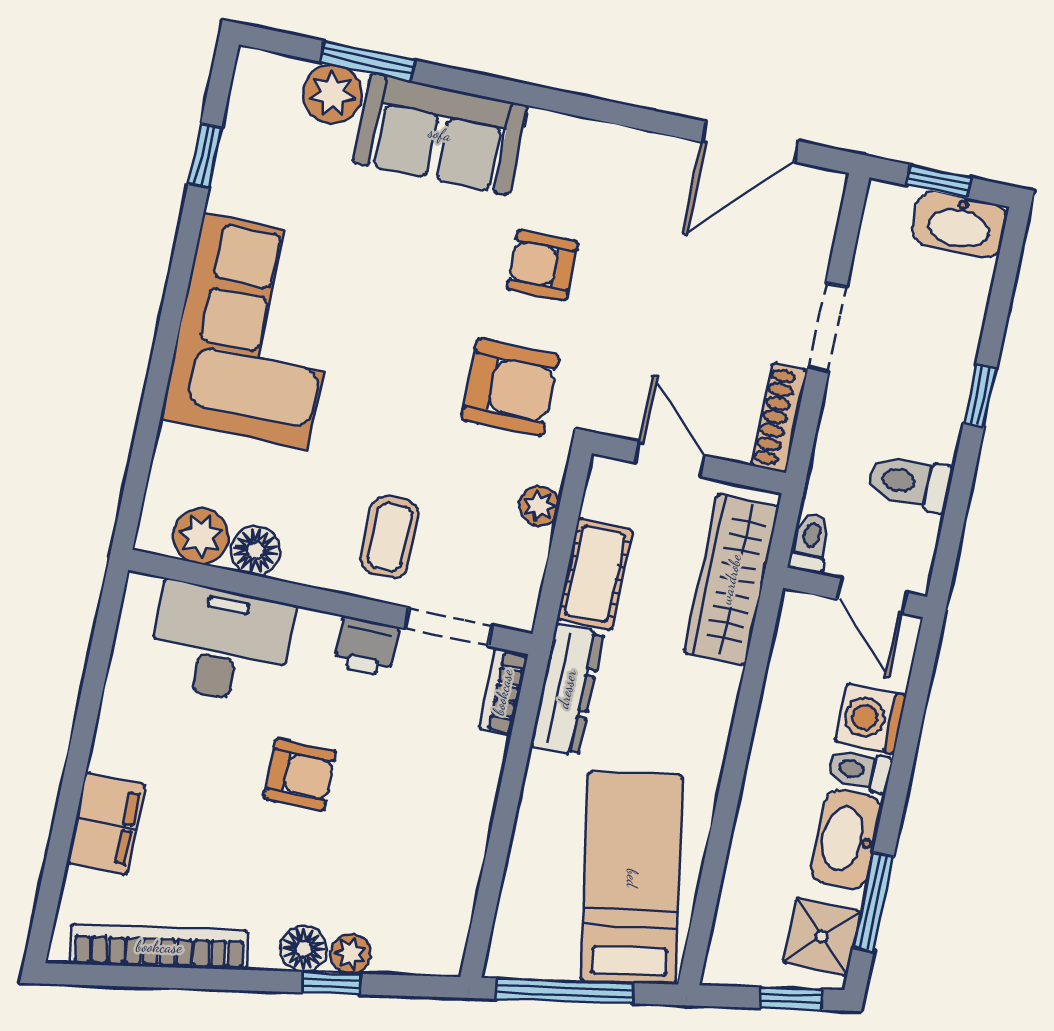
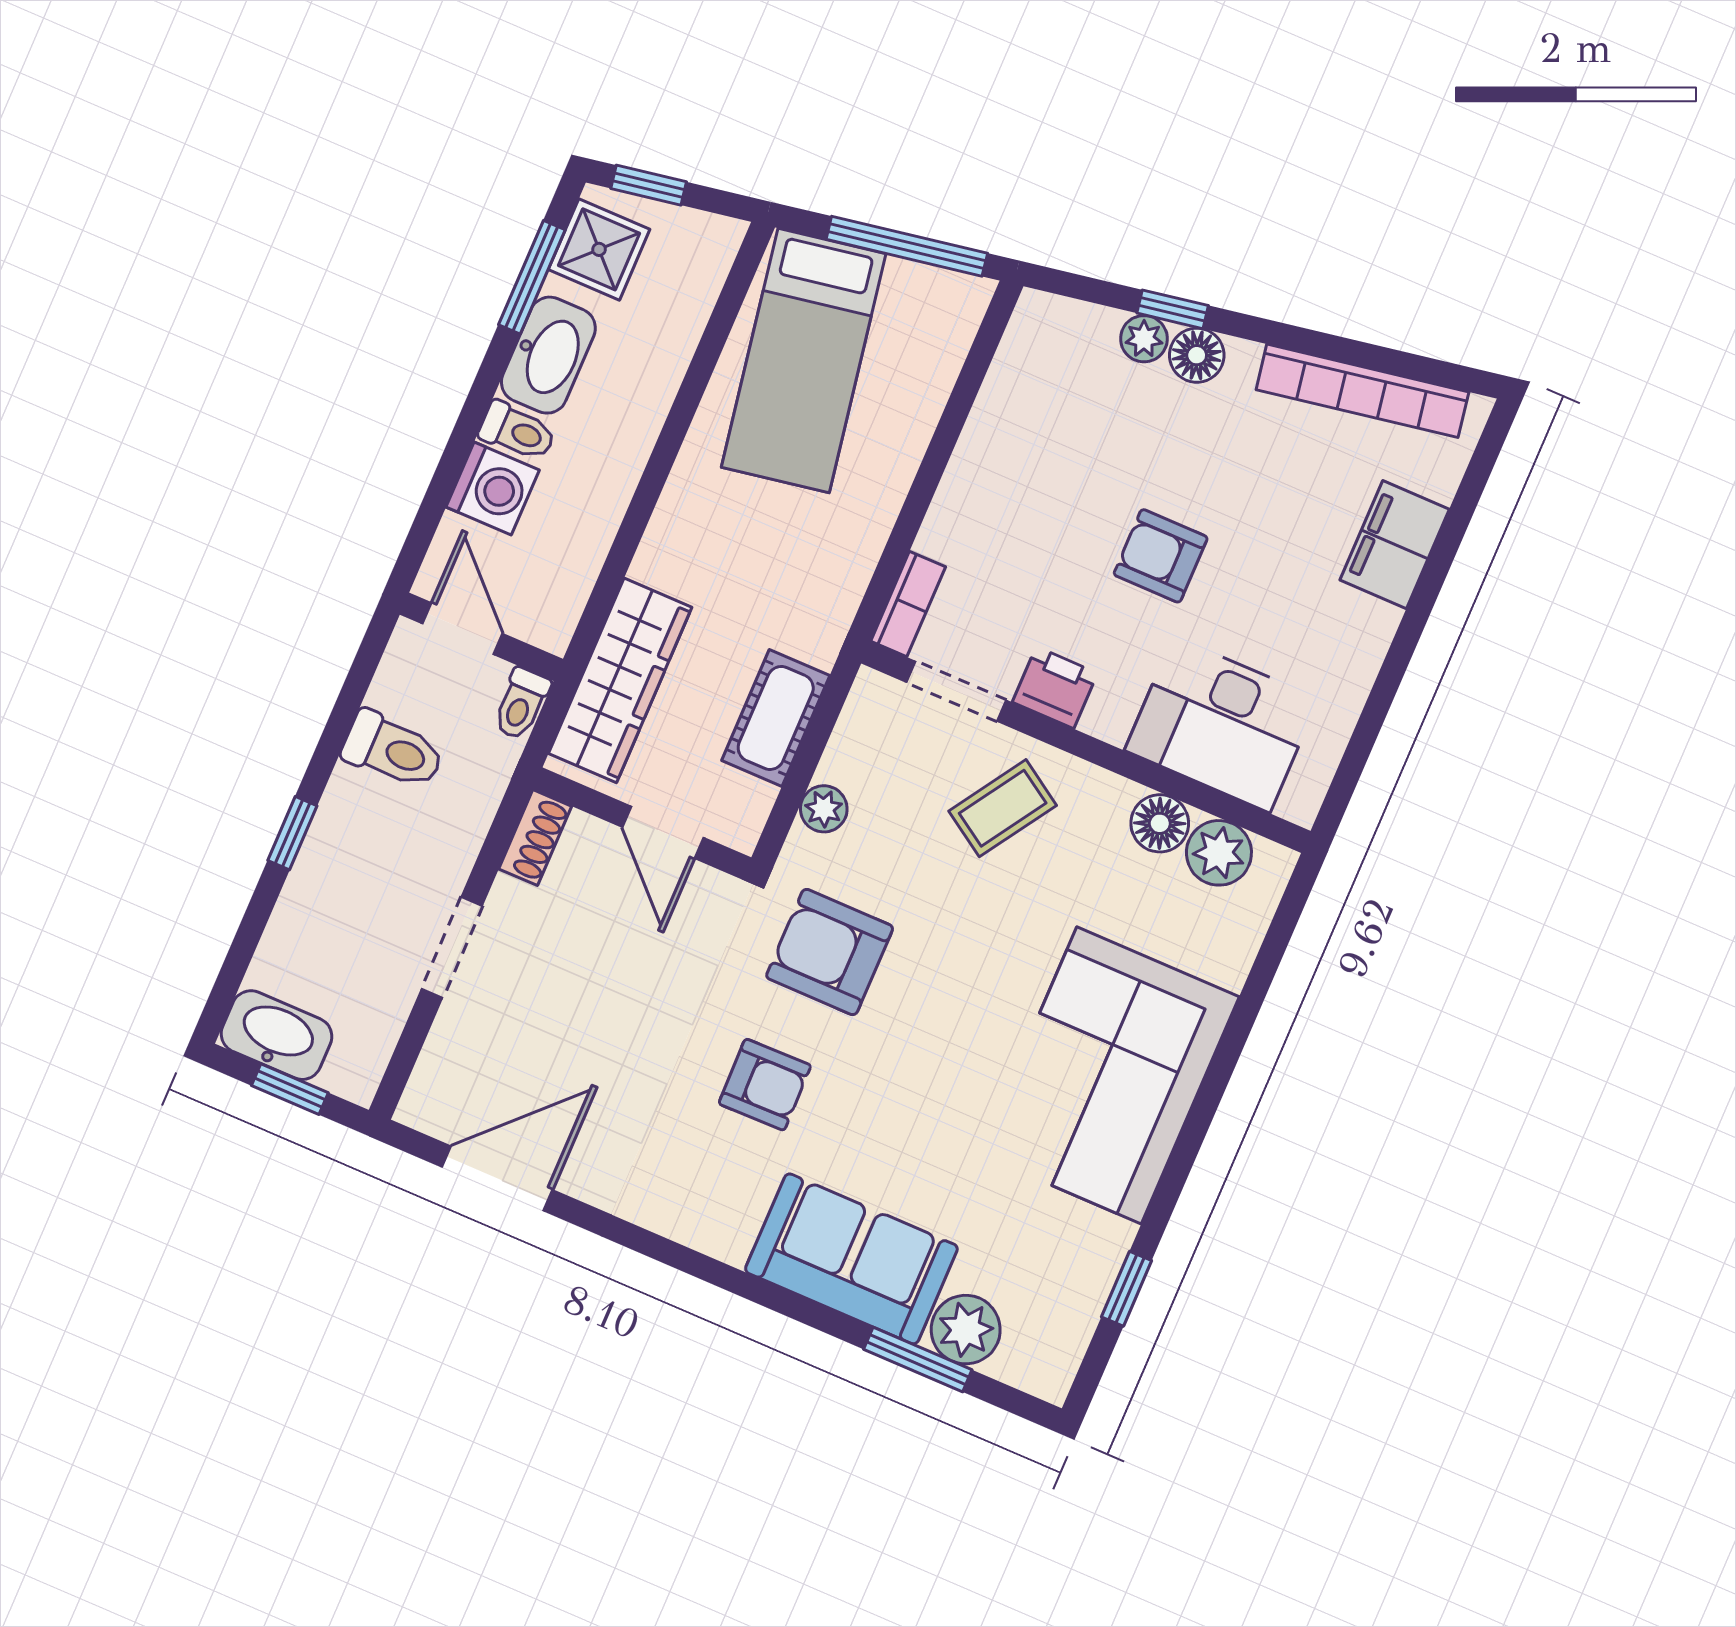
shoe rack: (779, 418) -> (535, 838), width x0.70
coffee table: (390, 537) -> (1003, 808), turned 33
dresser: (567, 689) -> (834, 592), removed

